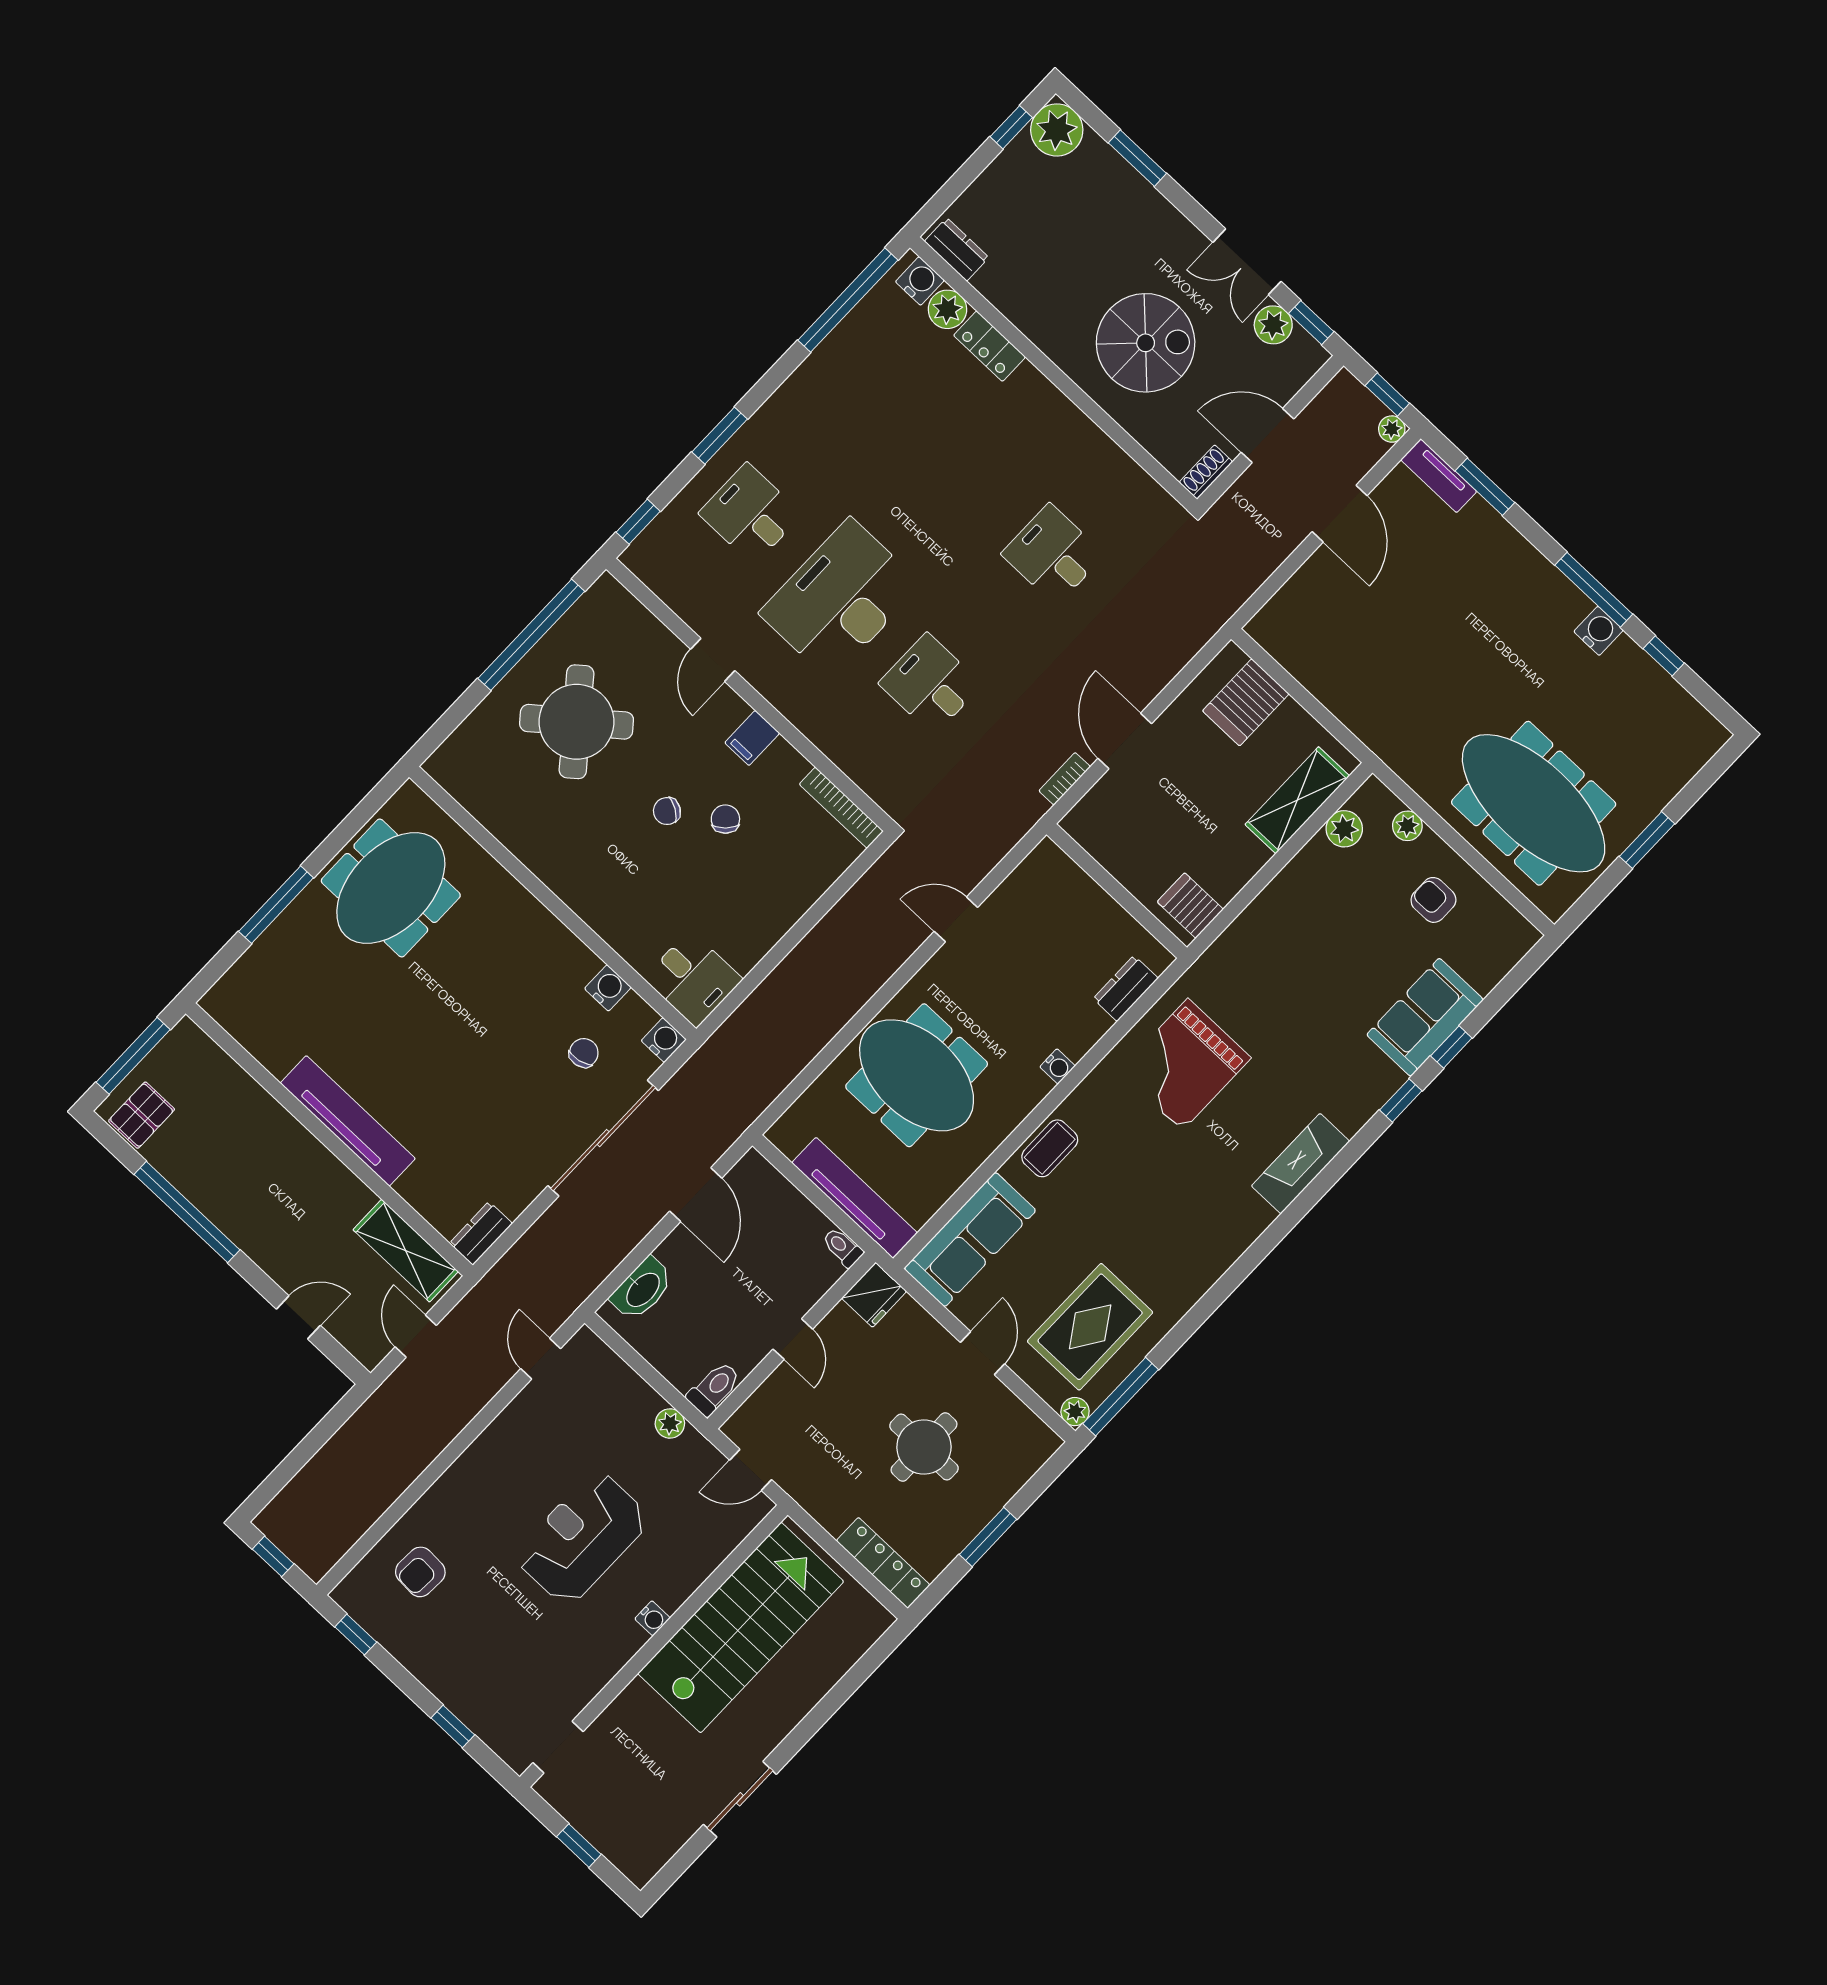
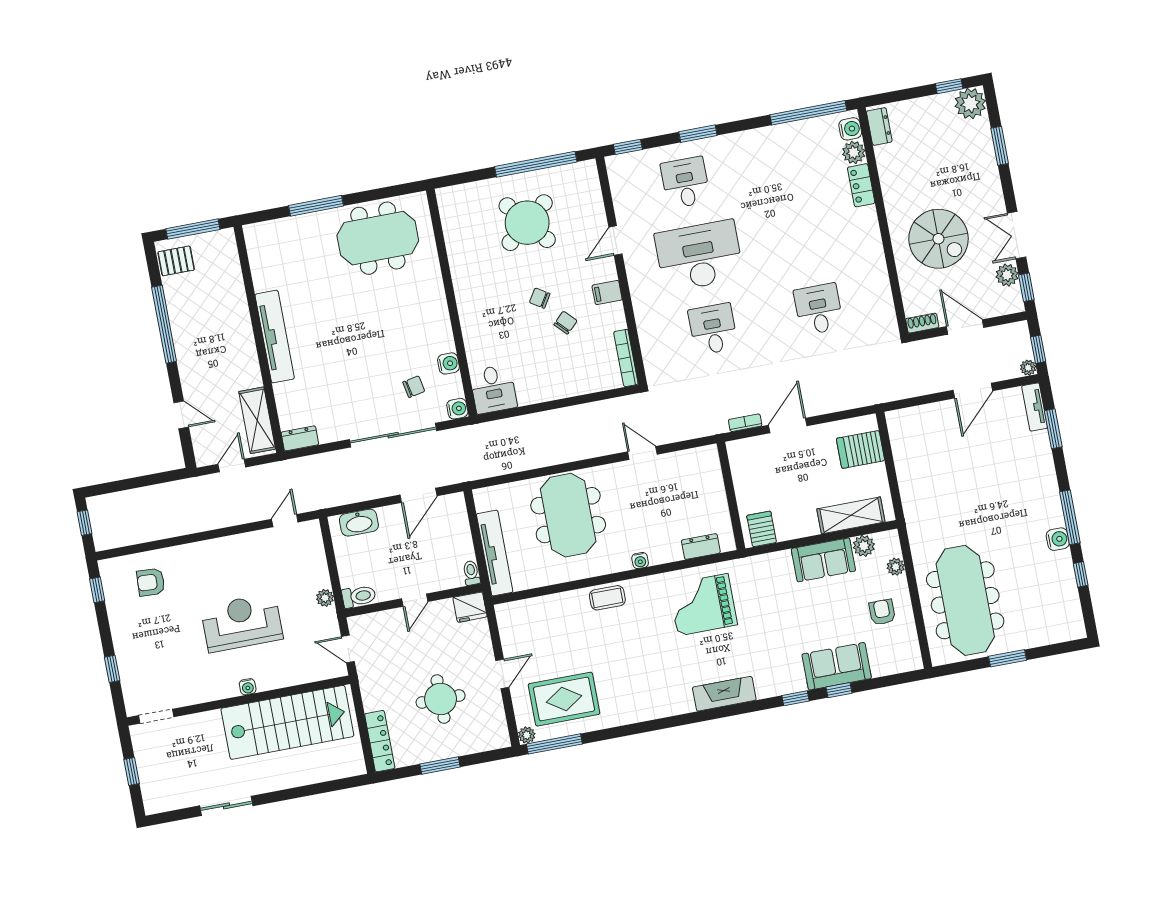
sofa: (970, 1239) -> (823, 560), moved, width x0.73

